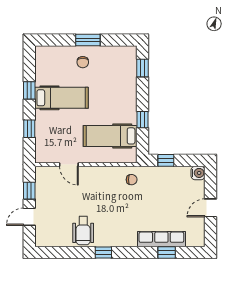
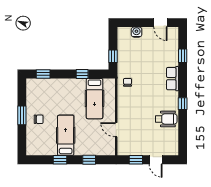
door: (69, 165) -> (116, 130), swing flipped
water cooler: (198, 173) -> (136, 32), moved
door: (211, 208) -> (160, 23), moved
row of seats: (161, 239) -> (173, 79), moved, width x0.68

